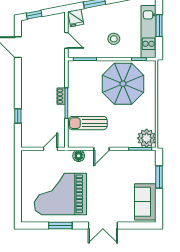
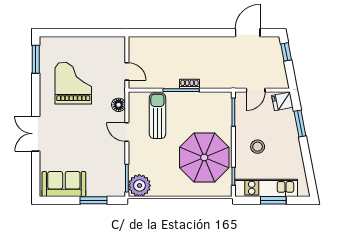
window: (18, 116) -> (166, 33), removed
grand piano: (60, 194) -> (73, 83), width x0.73, depth x0.68
window: (60, 226) -> (36, 59), moved

